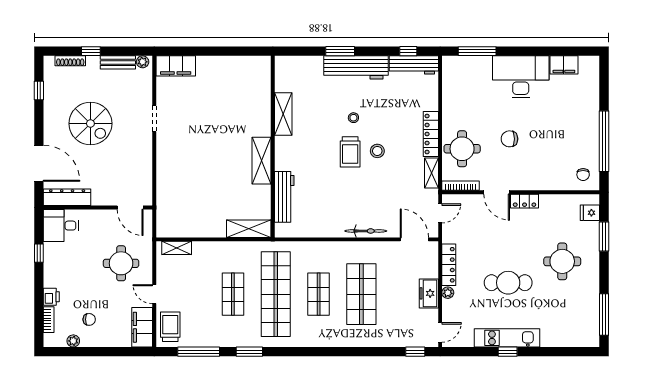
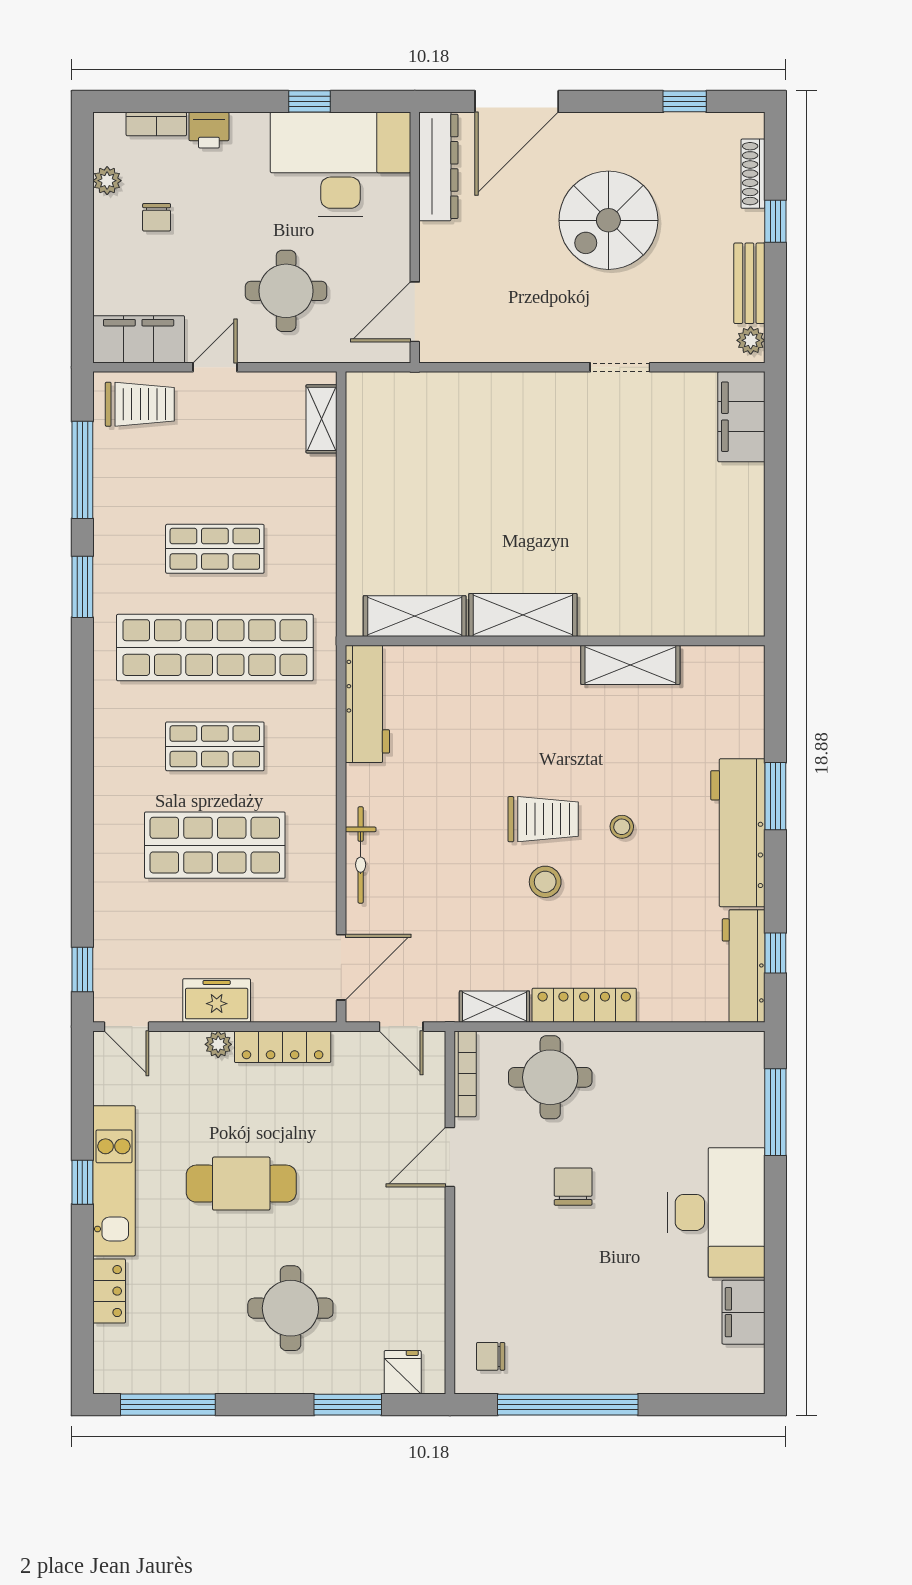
trolley: (350, 152) -> (543, 819), turned 180
workbench: (284, 197) -> (367, 704), moved, turned -90
locker: (525, 201) -> (109, 1291), moved, turned 180
desk: (61, 226) -> (340, 164), width x1.87, depth x1.30
shelving: (249, 229) -> (415, 616), moved, turned 90
cafe table: (508, 283) -> (241, 1184), turned 90

